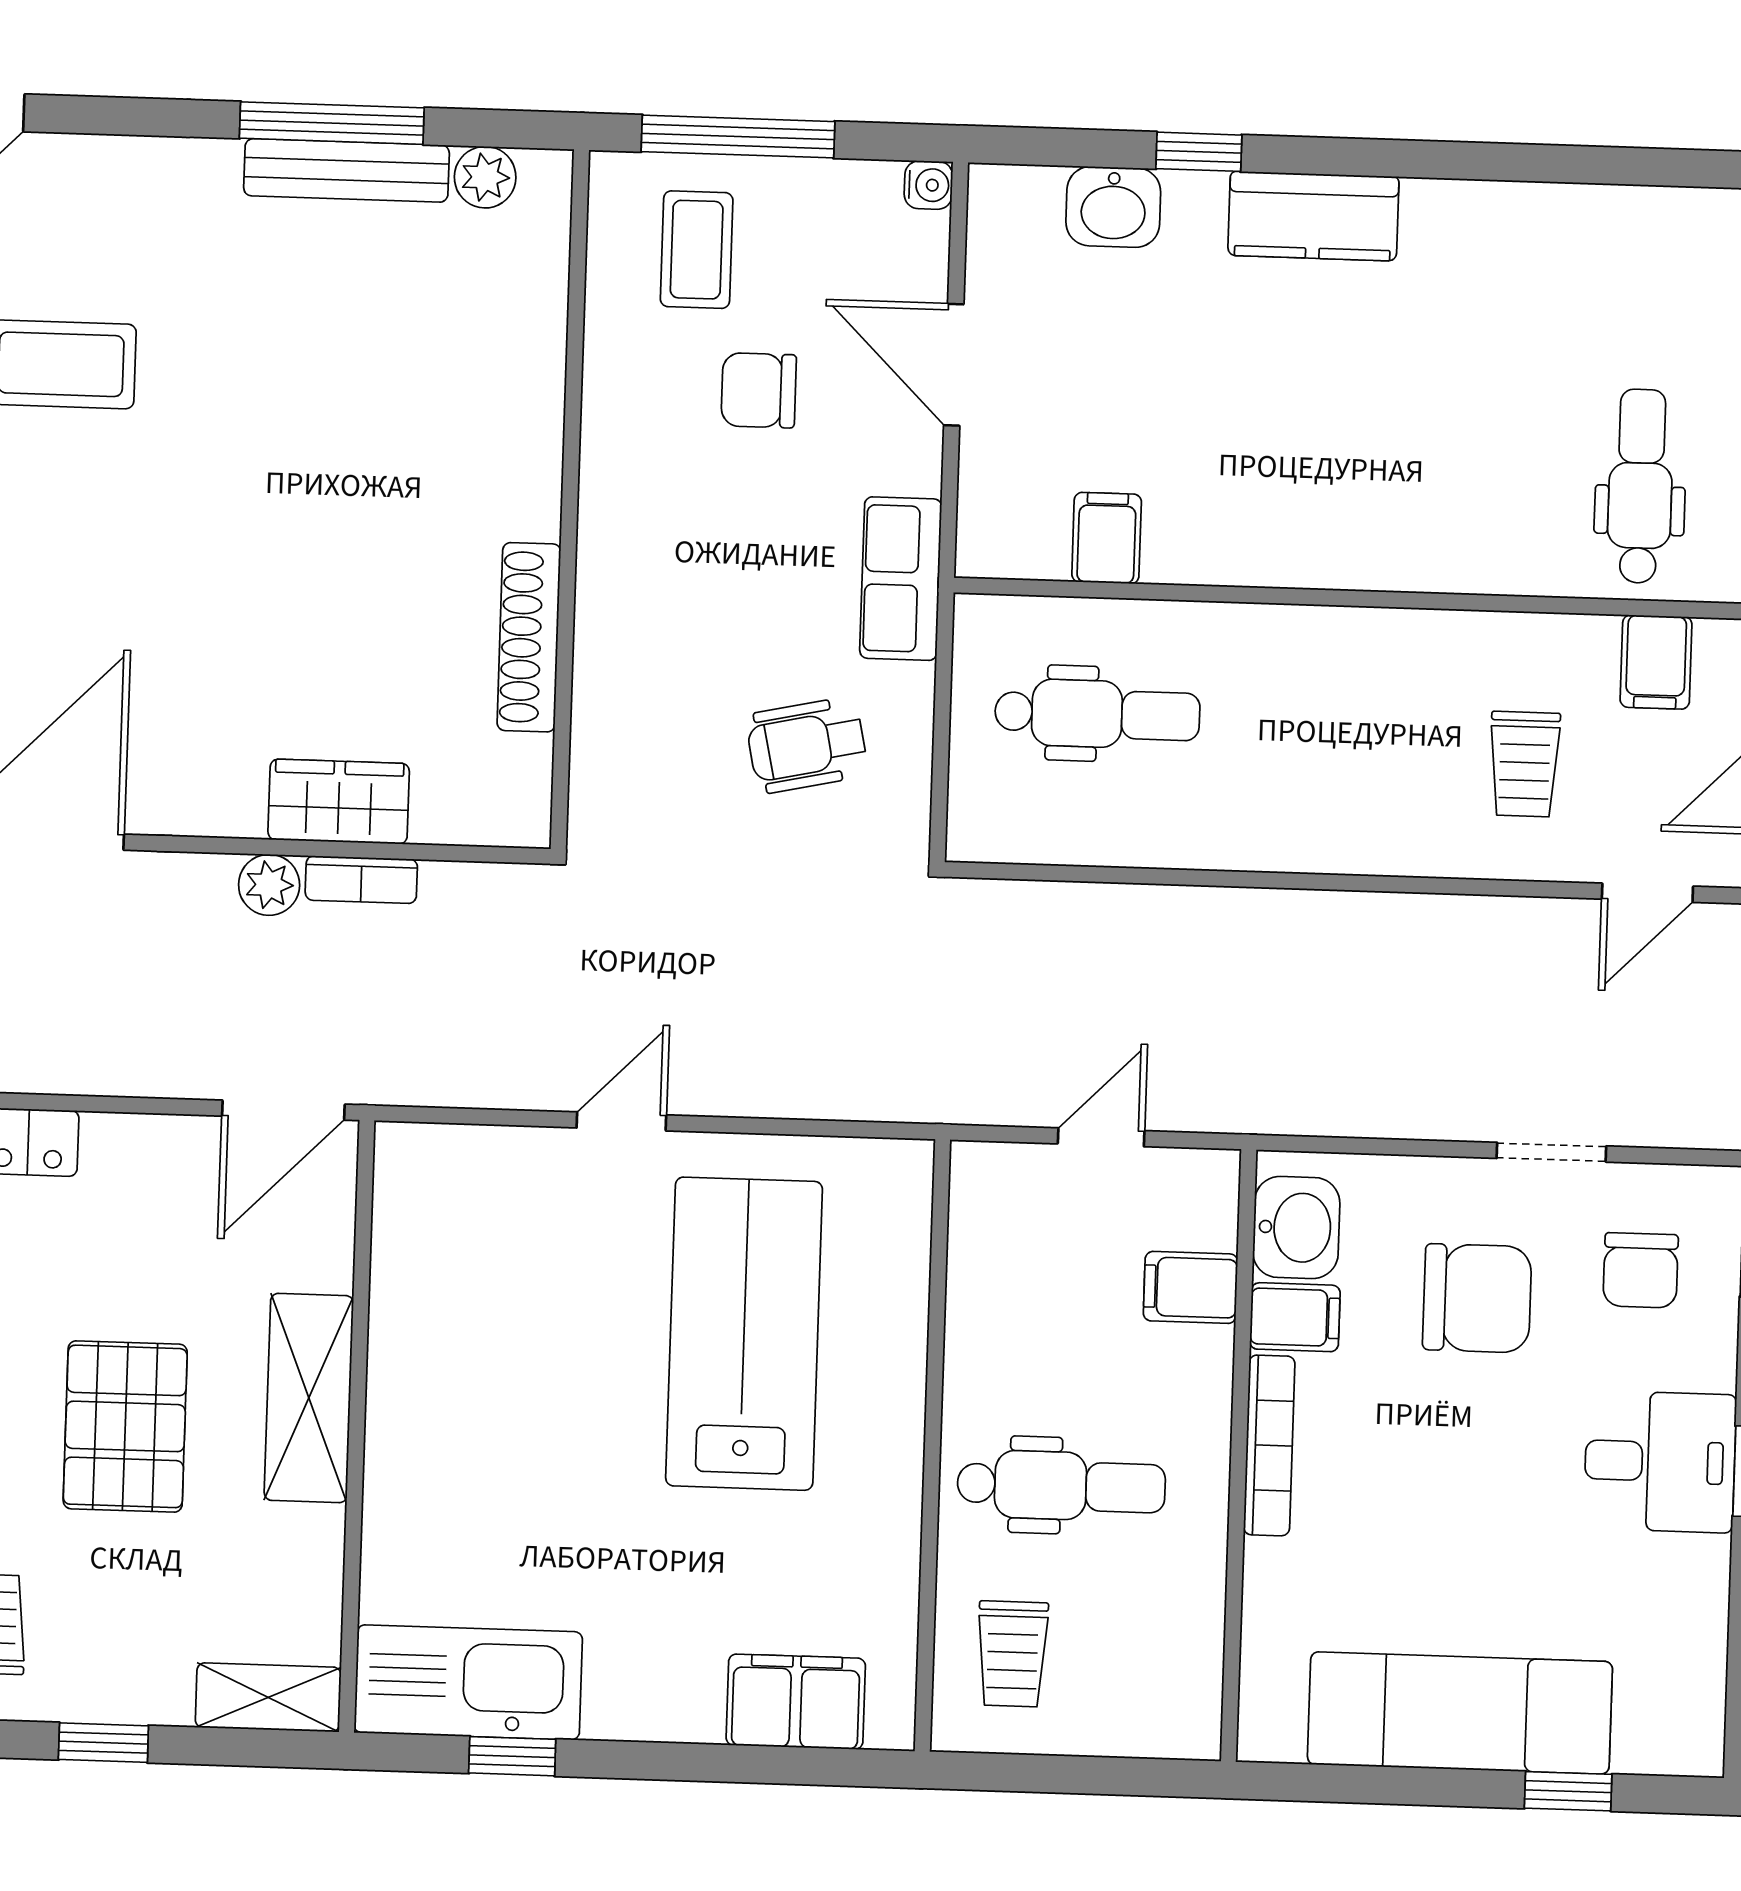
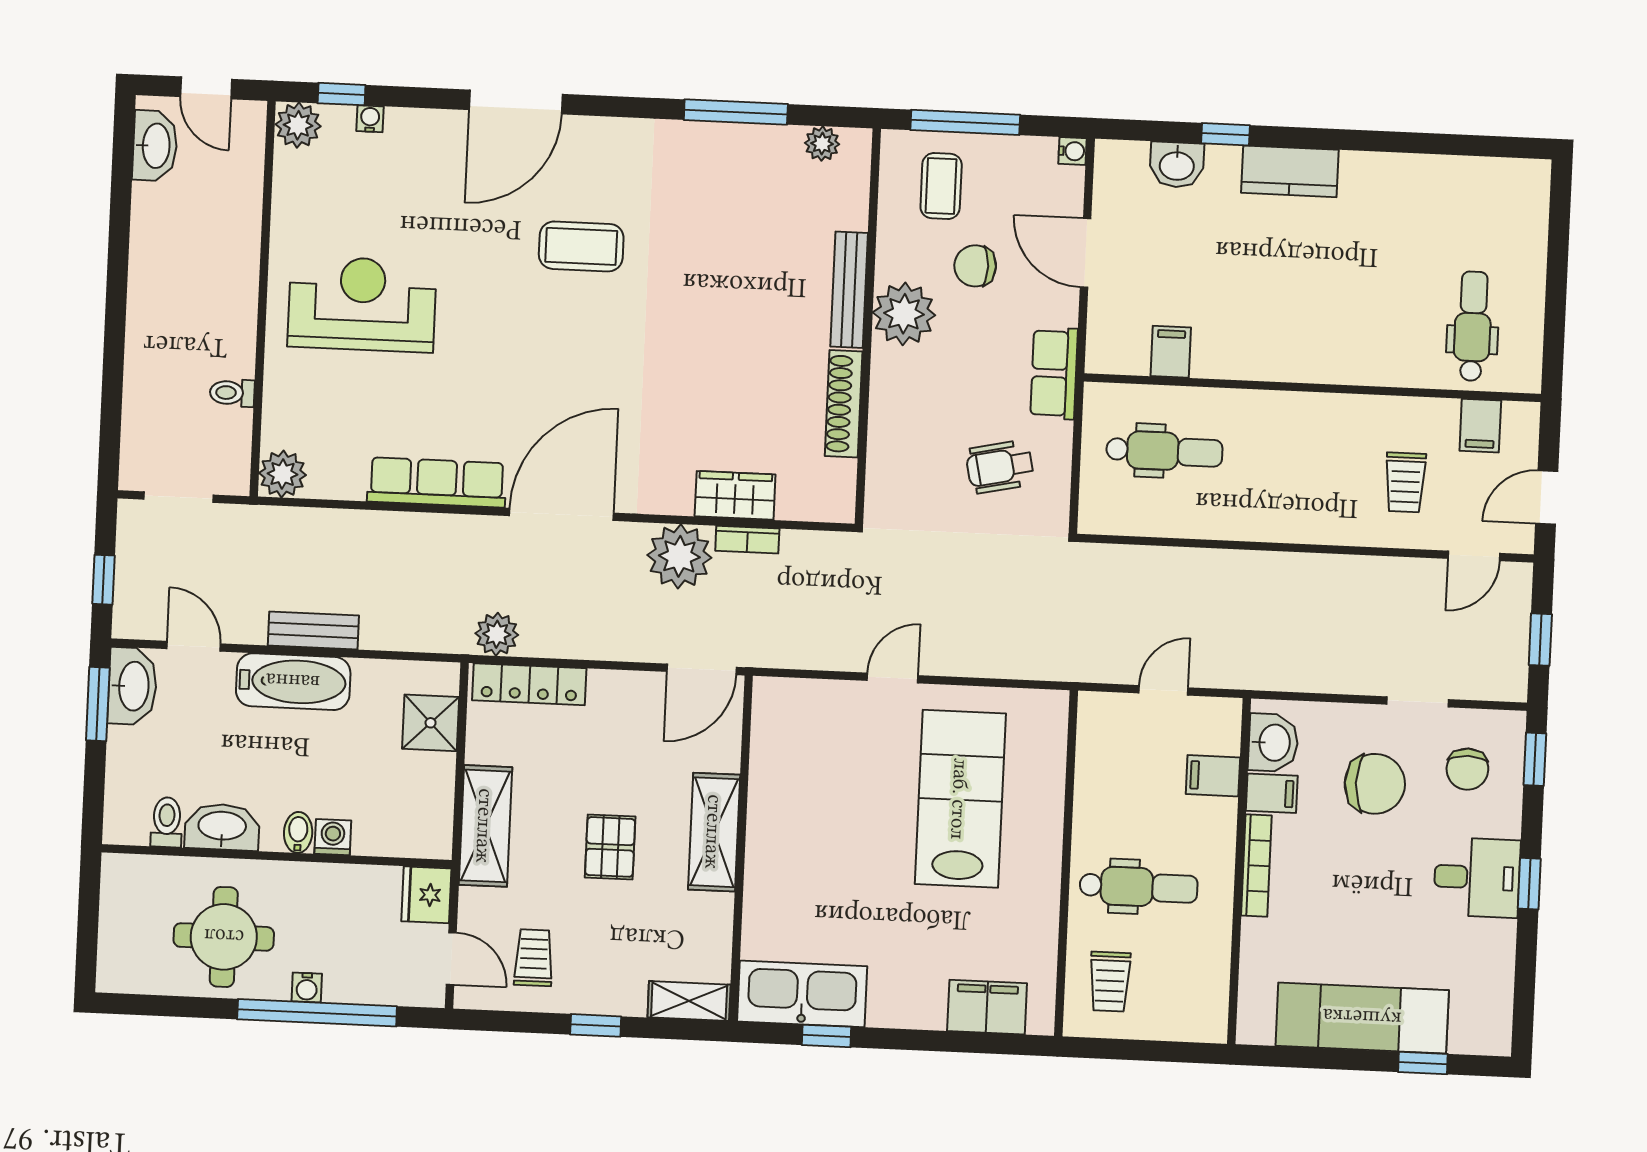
bench: (346, 170) -> (849, 290), moved, turned 90
plant: (634, 477) -> (904, 314), added
plant: (269, 885) -> (679, 556), width x1.87, depth x1.87
pallet: (125, 1426) -> (610, 847), width x0.67, depth x0.71

